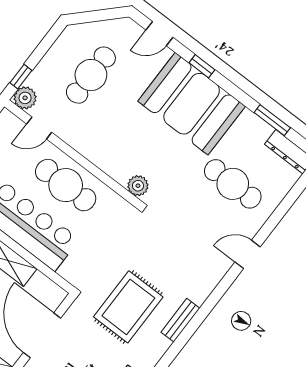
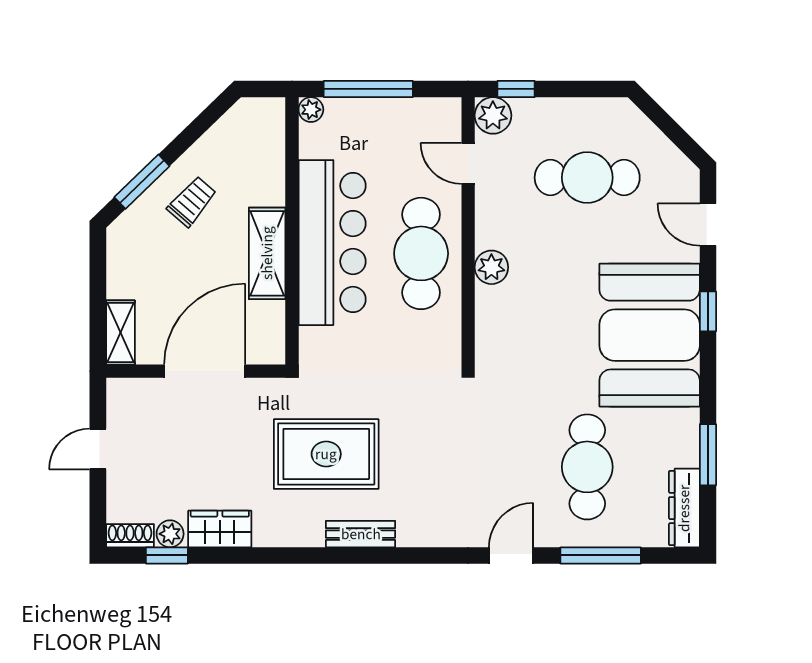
plant: (138, 186) -> (491, 267), moved
window: (281, 211) -> (601, 555), added
door: (248, 254) -> (511, 555), hinge flipped

